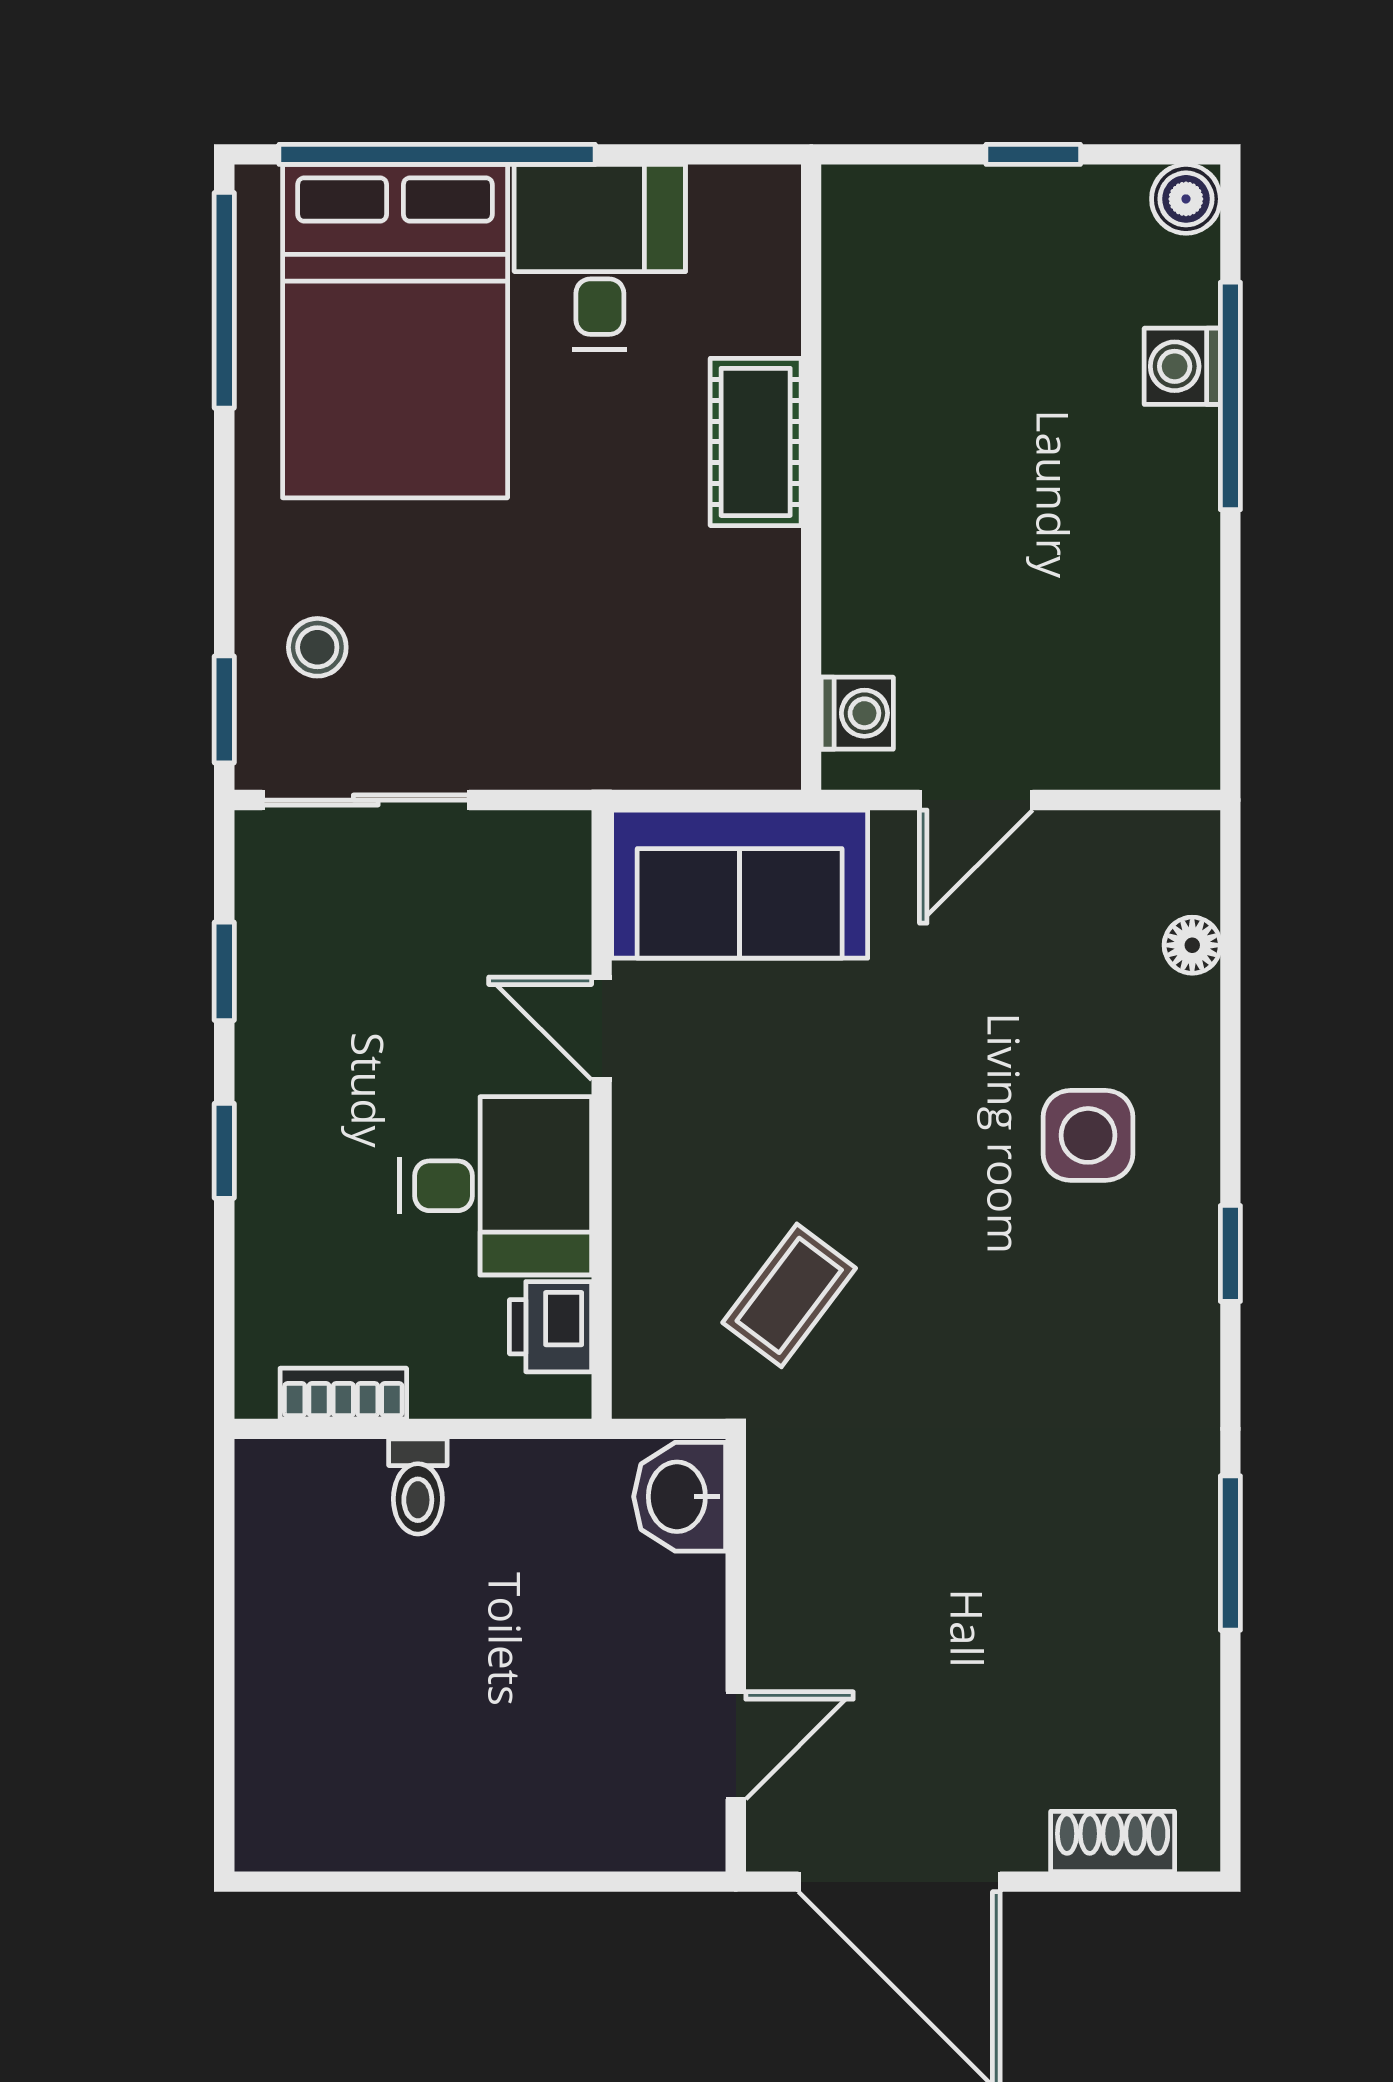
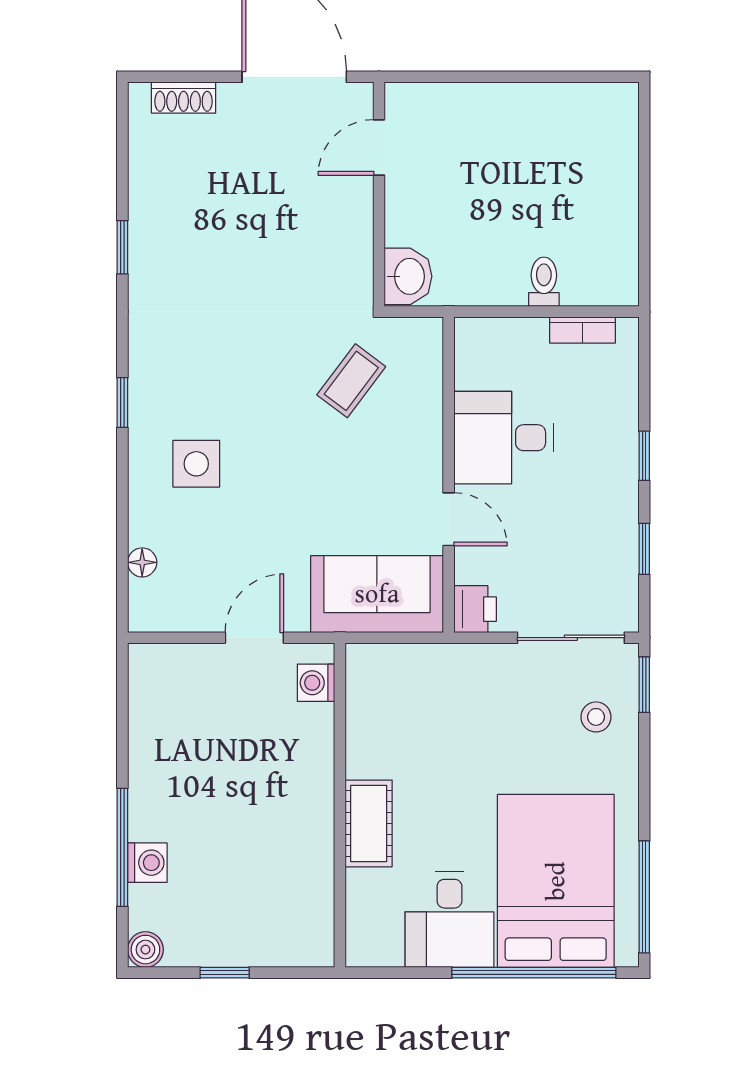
printer: (550, 1327) -> (475, 609), moved
window: (1230, 1553) -> (122, 247), width x0.67

